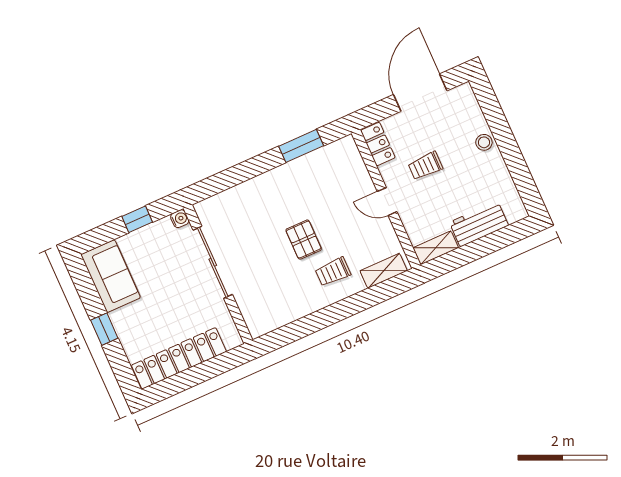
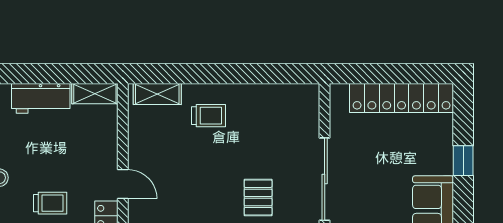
trolley: (425, 166) -> (50, 203), moved
door: (387, 202) -> (123, 184), moved
pallet: (304, 240) -> (258, 197), moved

